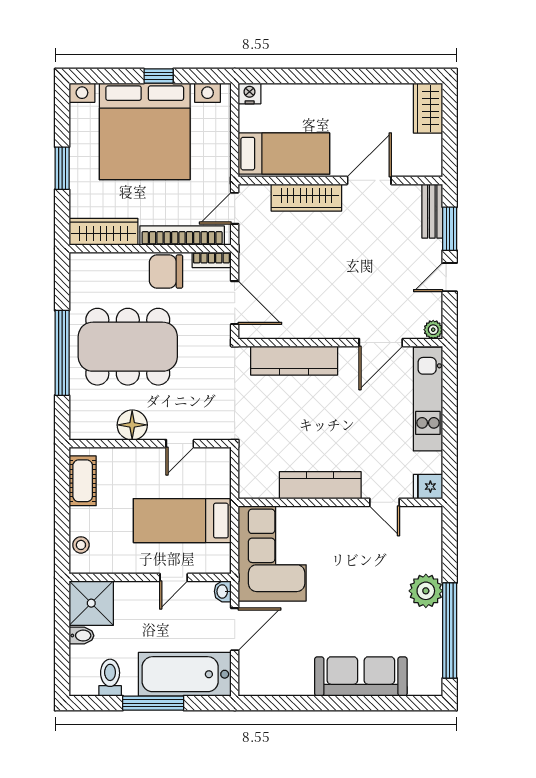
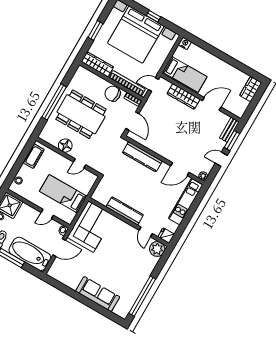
plant: (426, 591) -> (157, 249), moved

